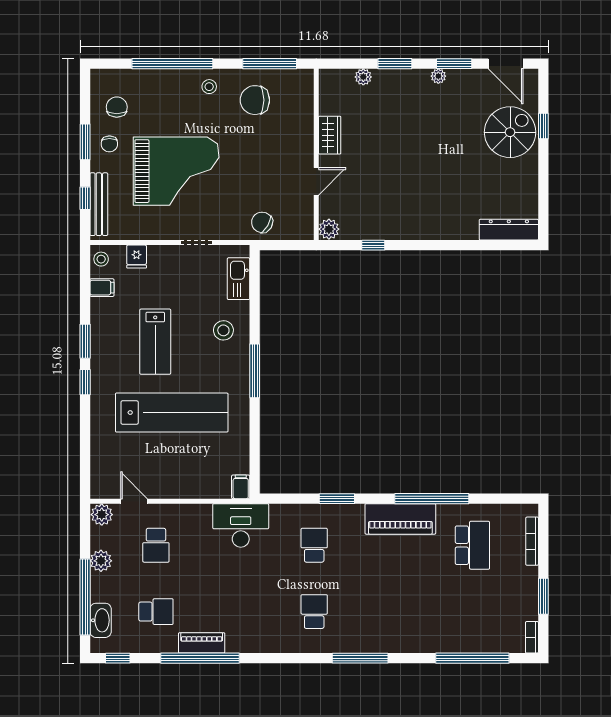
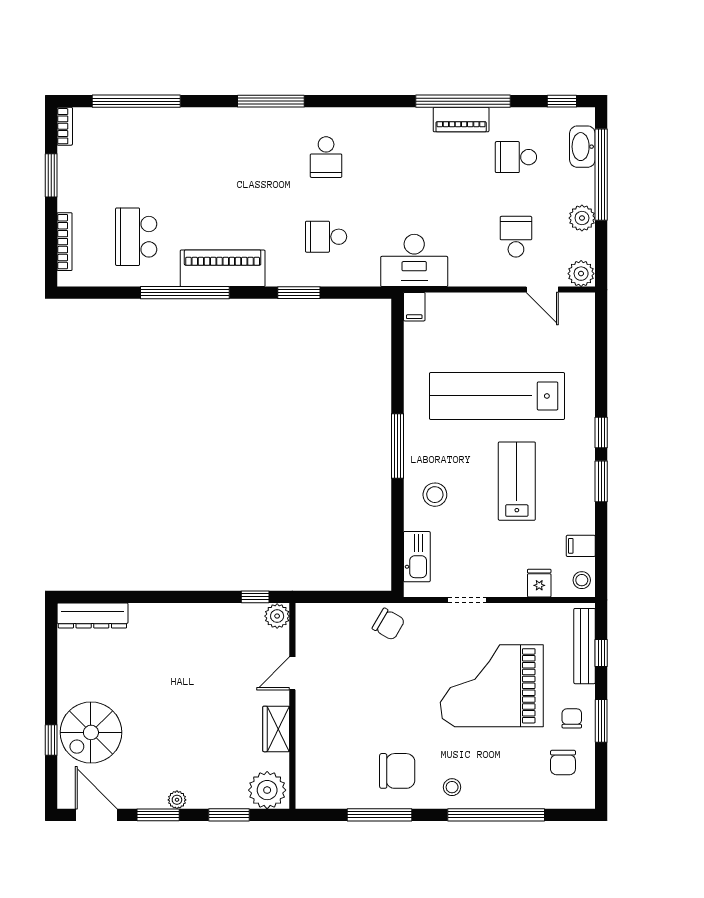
plant: (363, 77) -> (267, 790), width x1.88, depth x1.88
wardrobe: (330, 135) -> (276, 729), moved
wall: (316, 154) -> (292, 706), moved
door: (316, 181) -> (292, 673), moved
plant: (329, 229) -> (277, 616), moved
school desk: (314, 545) -> (326, 237), turned 90

